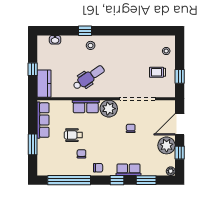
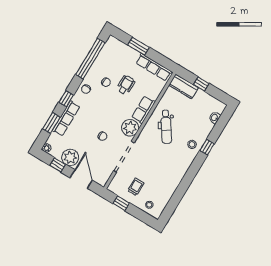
row of seats: (128, 170) -> (66, 118), width x1.48

